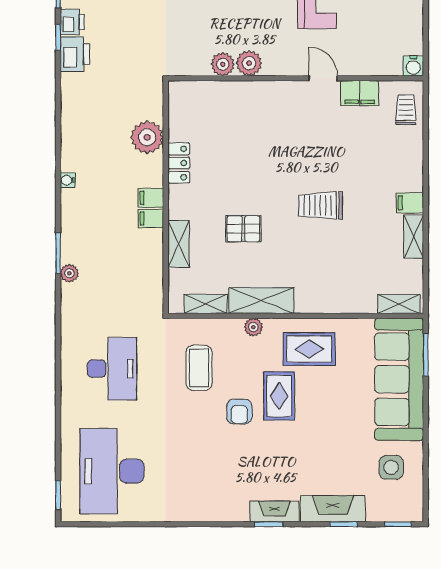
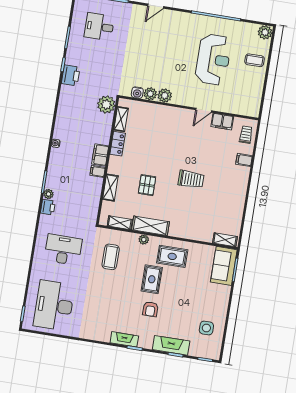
printer: (72, 22) -> (48, 207), moved
water cooler: (413, 66) -> (137, 93), moved
door: (323, 78) -> (204, 110), swing flipped
plant: (147, 137) -> (106, 104), moved
filing cabinet: (151, 198) -> (100, 155), width x2.00
filing cabinet: (410, 203) -> (244, 160), moved
trolley: (321, 205) -> (191, 179), turned 180
pallet: (243, 229) -> (147, 185), turned 90
shelving: (414, 237) -> (121, 119), moved
desk: (112, 369) -> (63, 250), turned -90
sofa: (399, 379) -> (224, 266), width x0.54, depth x0.79
armchair: (239, 412) -> (150, 309), moved
fireplace: (274, 512) -> (124, 339), moved

